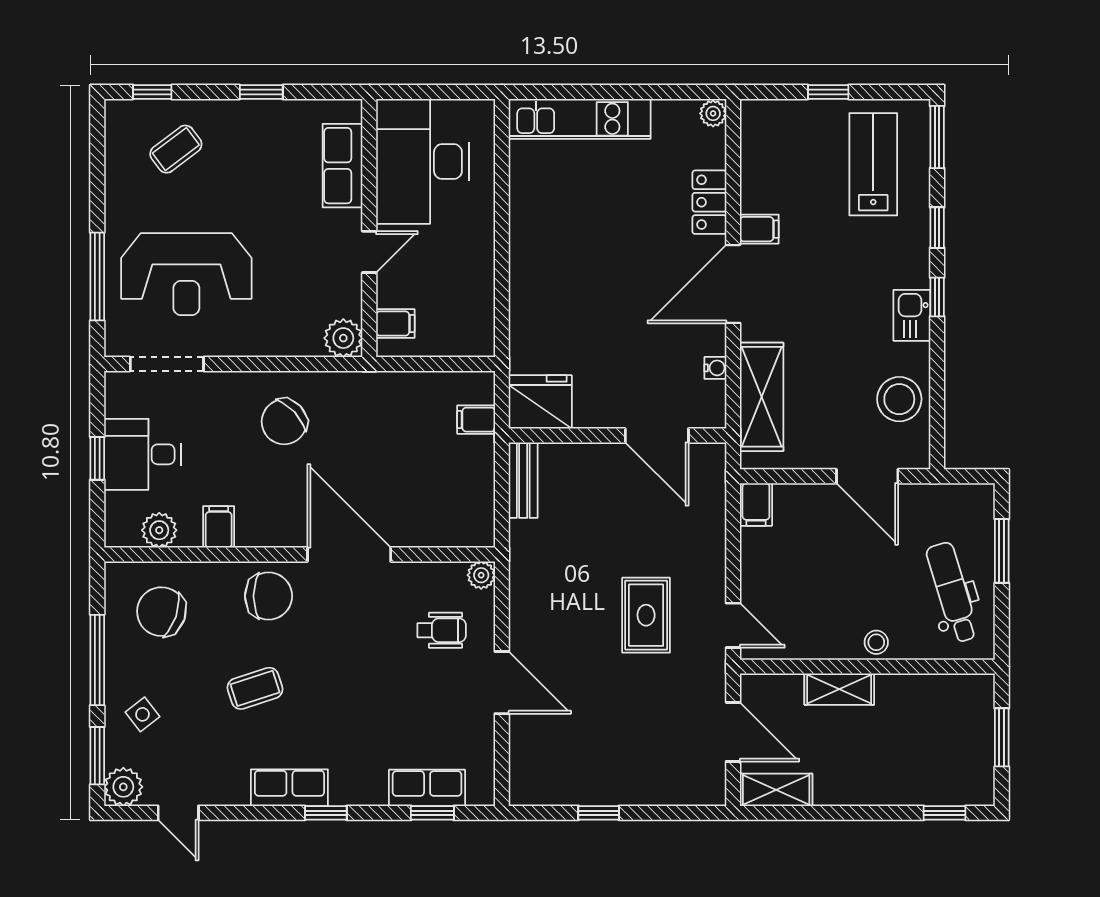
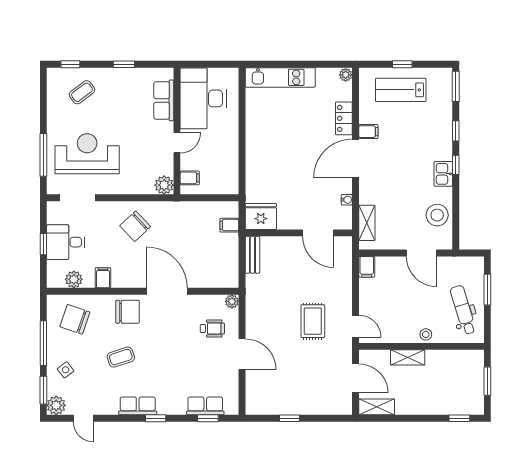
lab bench: (873, 164) -> (401, 90), moved, turned -90
reception desk: (186, 274) -> (87, 154), turned 180
shelving: (762, 397) -> (367, 223), width x0.67, depth x0.75

